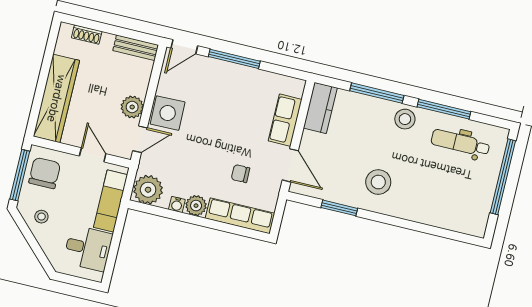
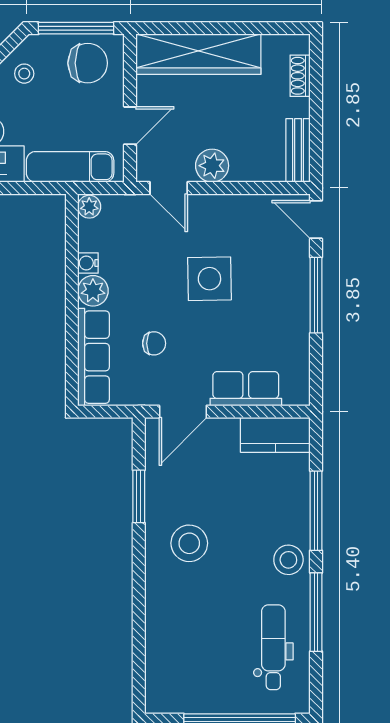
side table: (168, 113) -> (209, 279), moved
chair: (240, 174) -> (154, 343), turned 90
plant: (148, 190) -> (89, 207), width x0.53, depth x0.53

